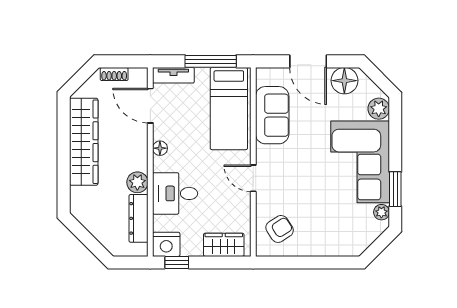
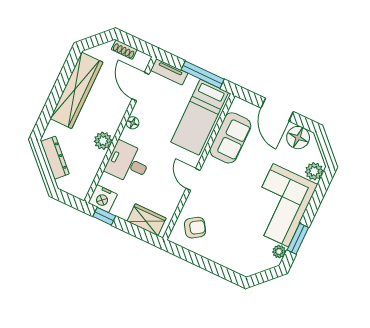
dresser: (139, 218) -> (55, 158), moved, turned 135

